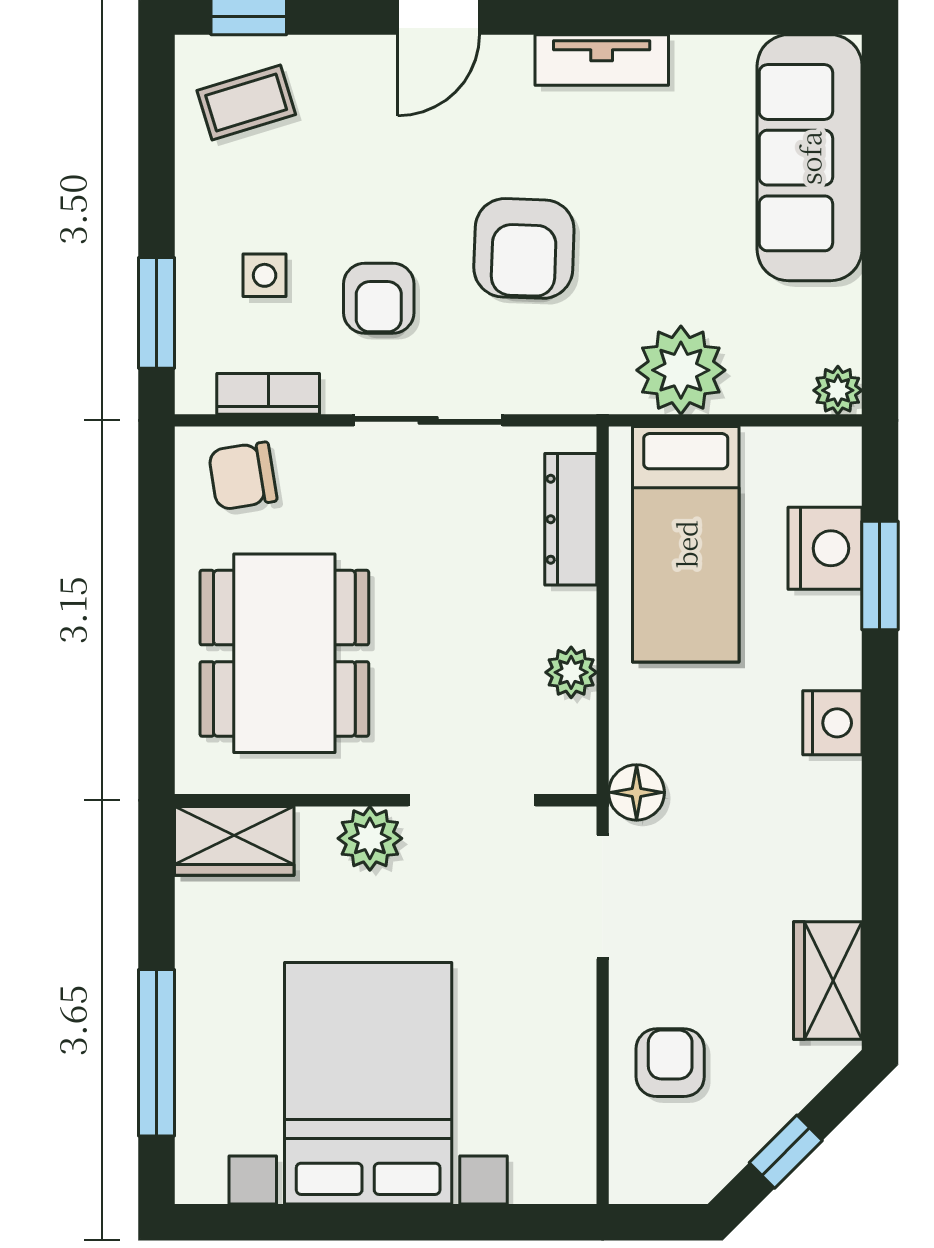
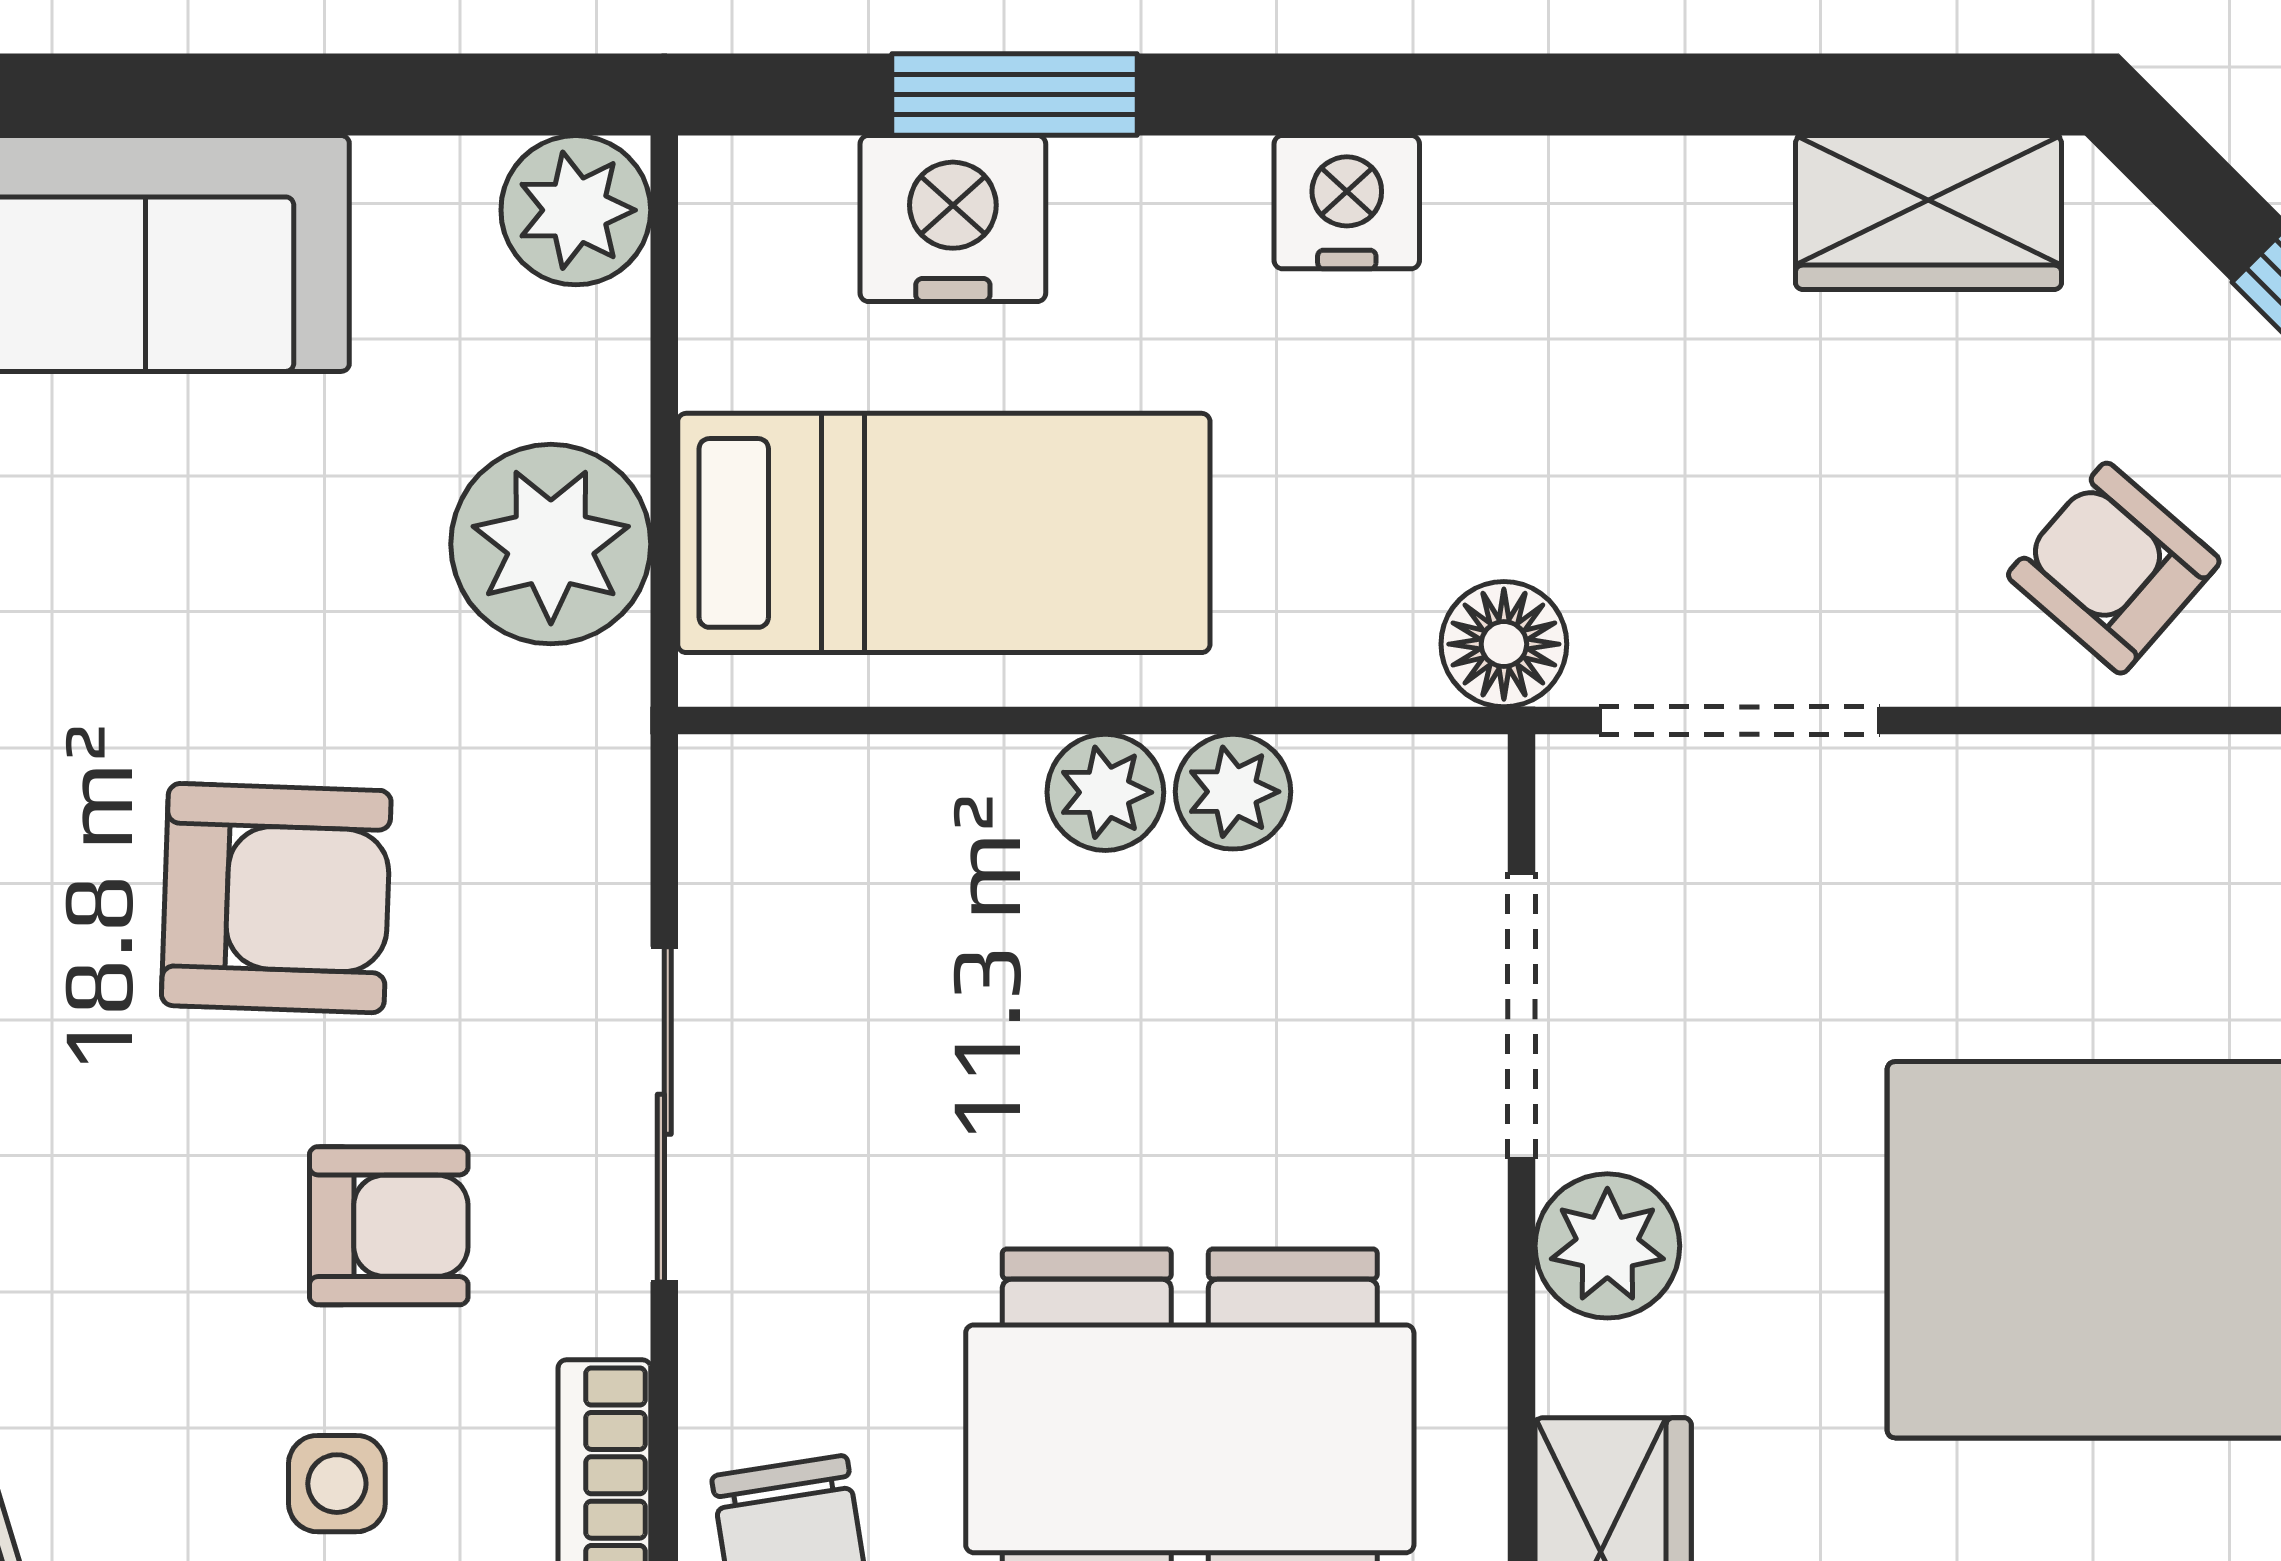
plant: (838, 390) -> (576, 210), width x1.38, depth x1.38
dresser: (571, 519) -> (887, 792), removed
plant: (571, 616) -> (1105, 792), added
armchair: (670, 1063) -> (2114, 568), turned 41

